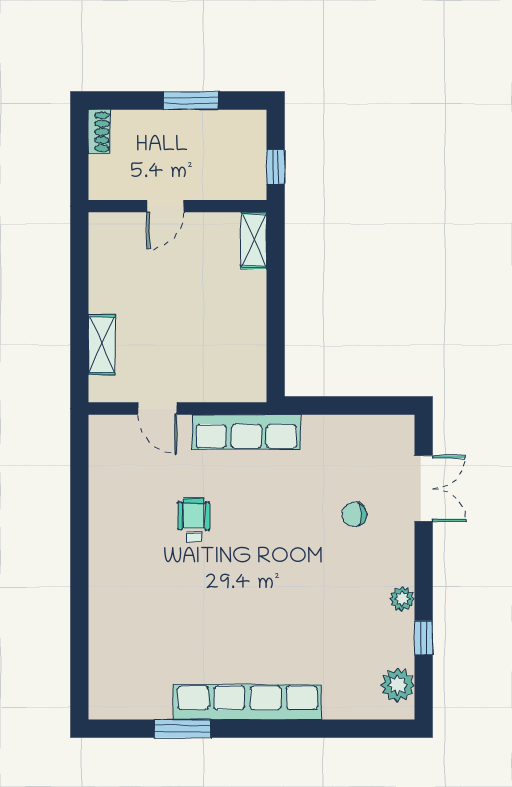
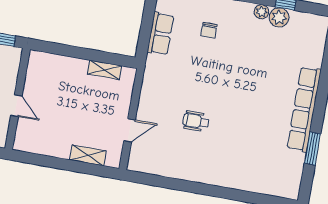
shelving: (254, 240) -> (105, 70), moved
row of seats: (246, 432) -> (161, 34), moved, width x0.68
plant: (398, 685) -> (279, 17), moved

